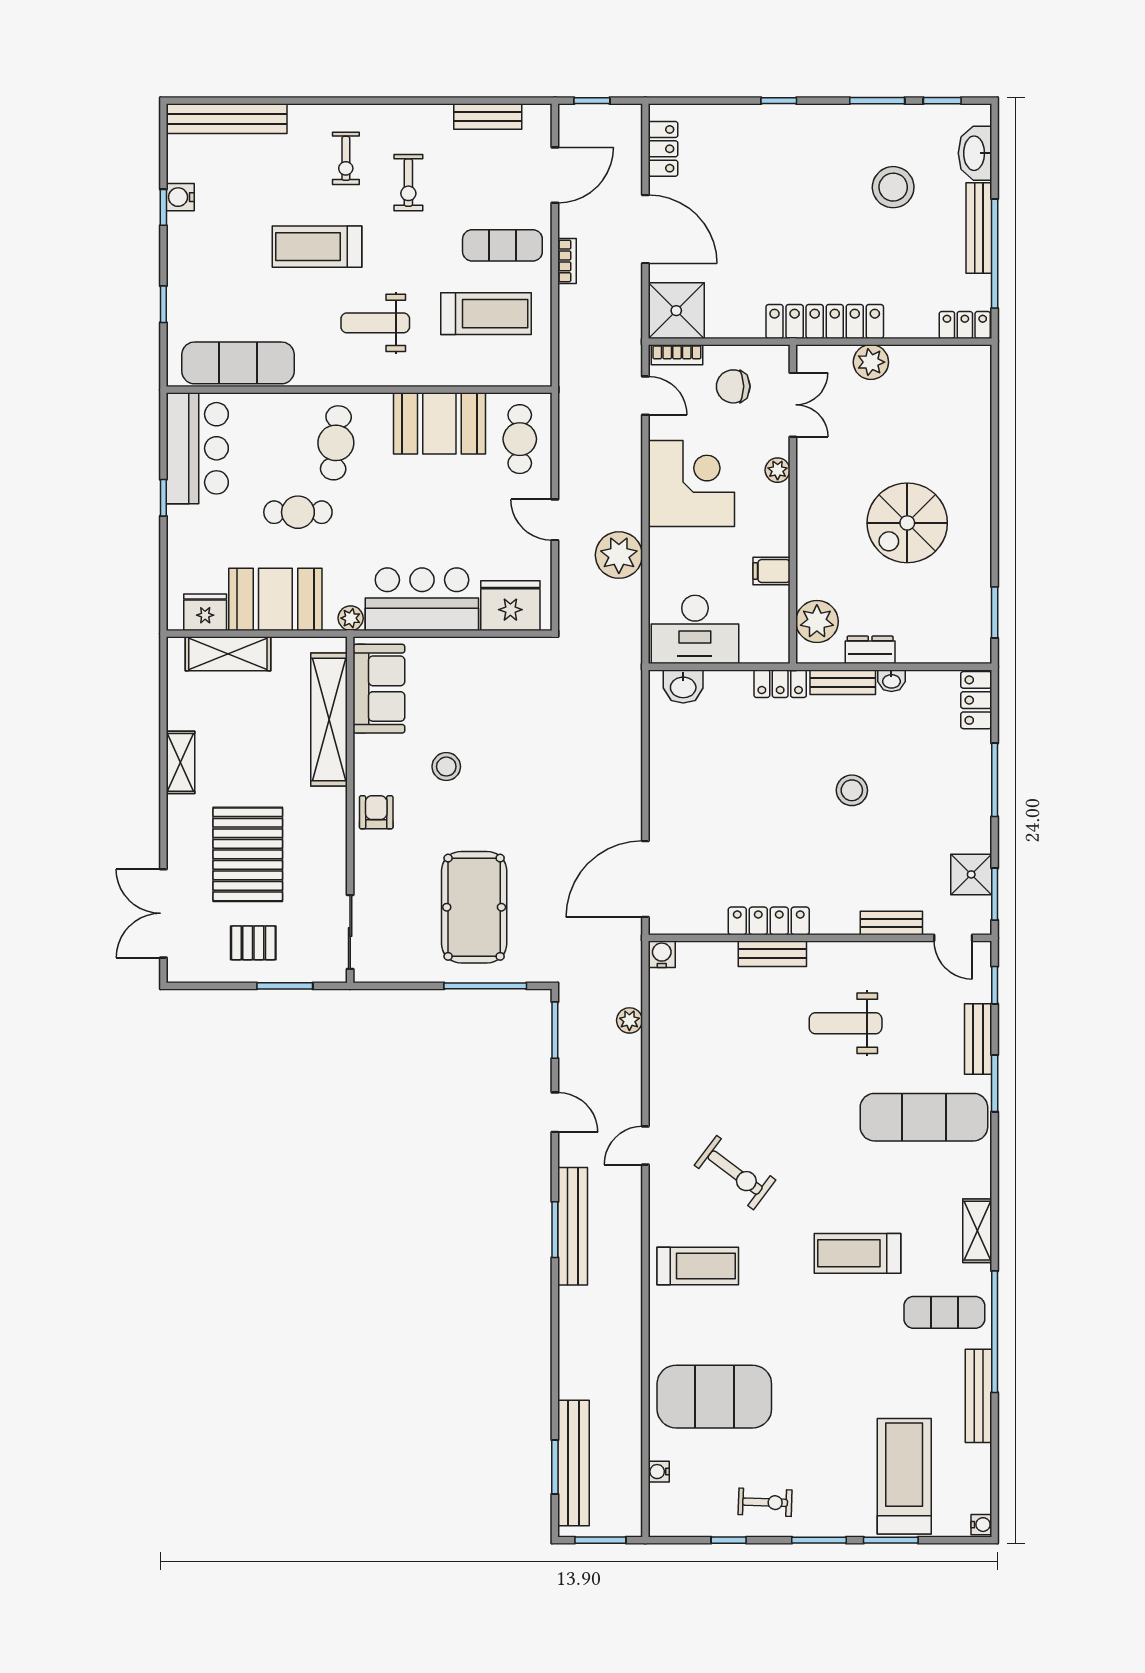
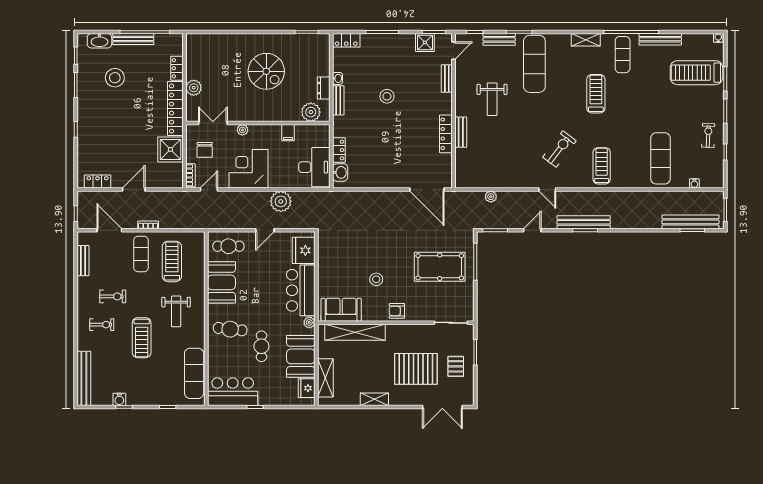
door: (645, 229) -> (134, 190), width x0.73
shower: (676, 311) -> (170, 149), moved
locker: (965, 325) -> (177, 68), moved
locker: (780, 684) -> (339, 150), moved
water cooler: (662, 954) -> (461, 182), removed
treadmill: (857, 1253) -> (596, 94), turned 180
exercise mat: (714, 1397) -> (661, 158), width x0.68

